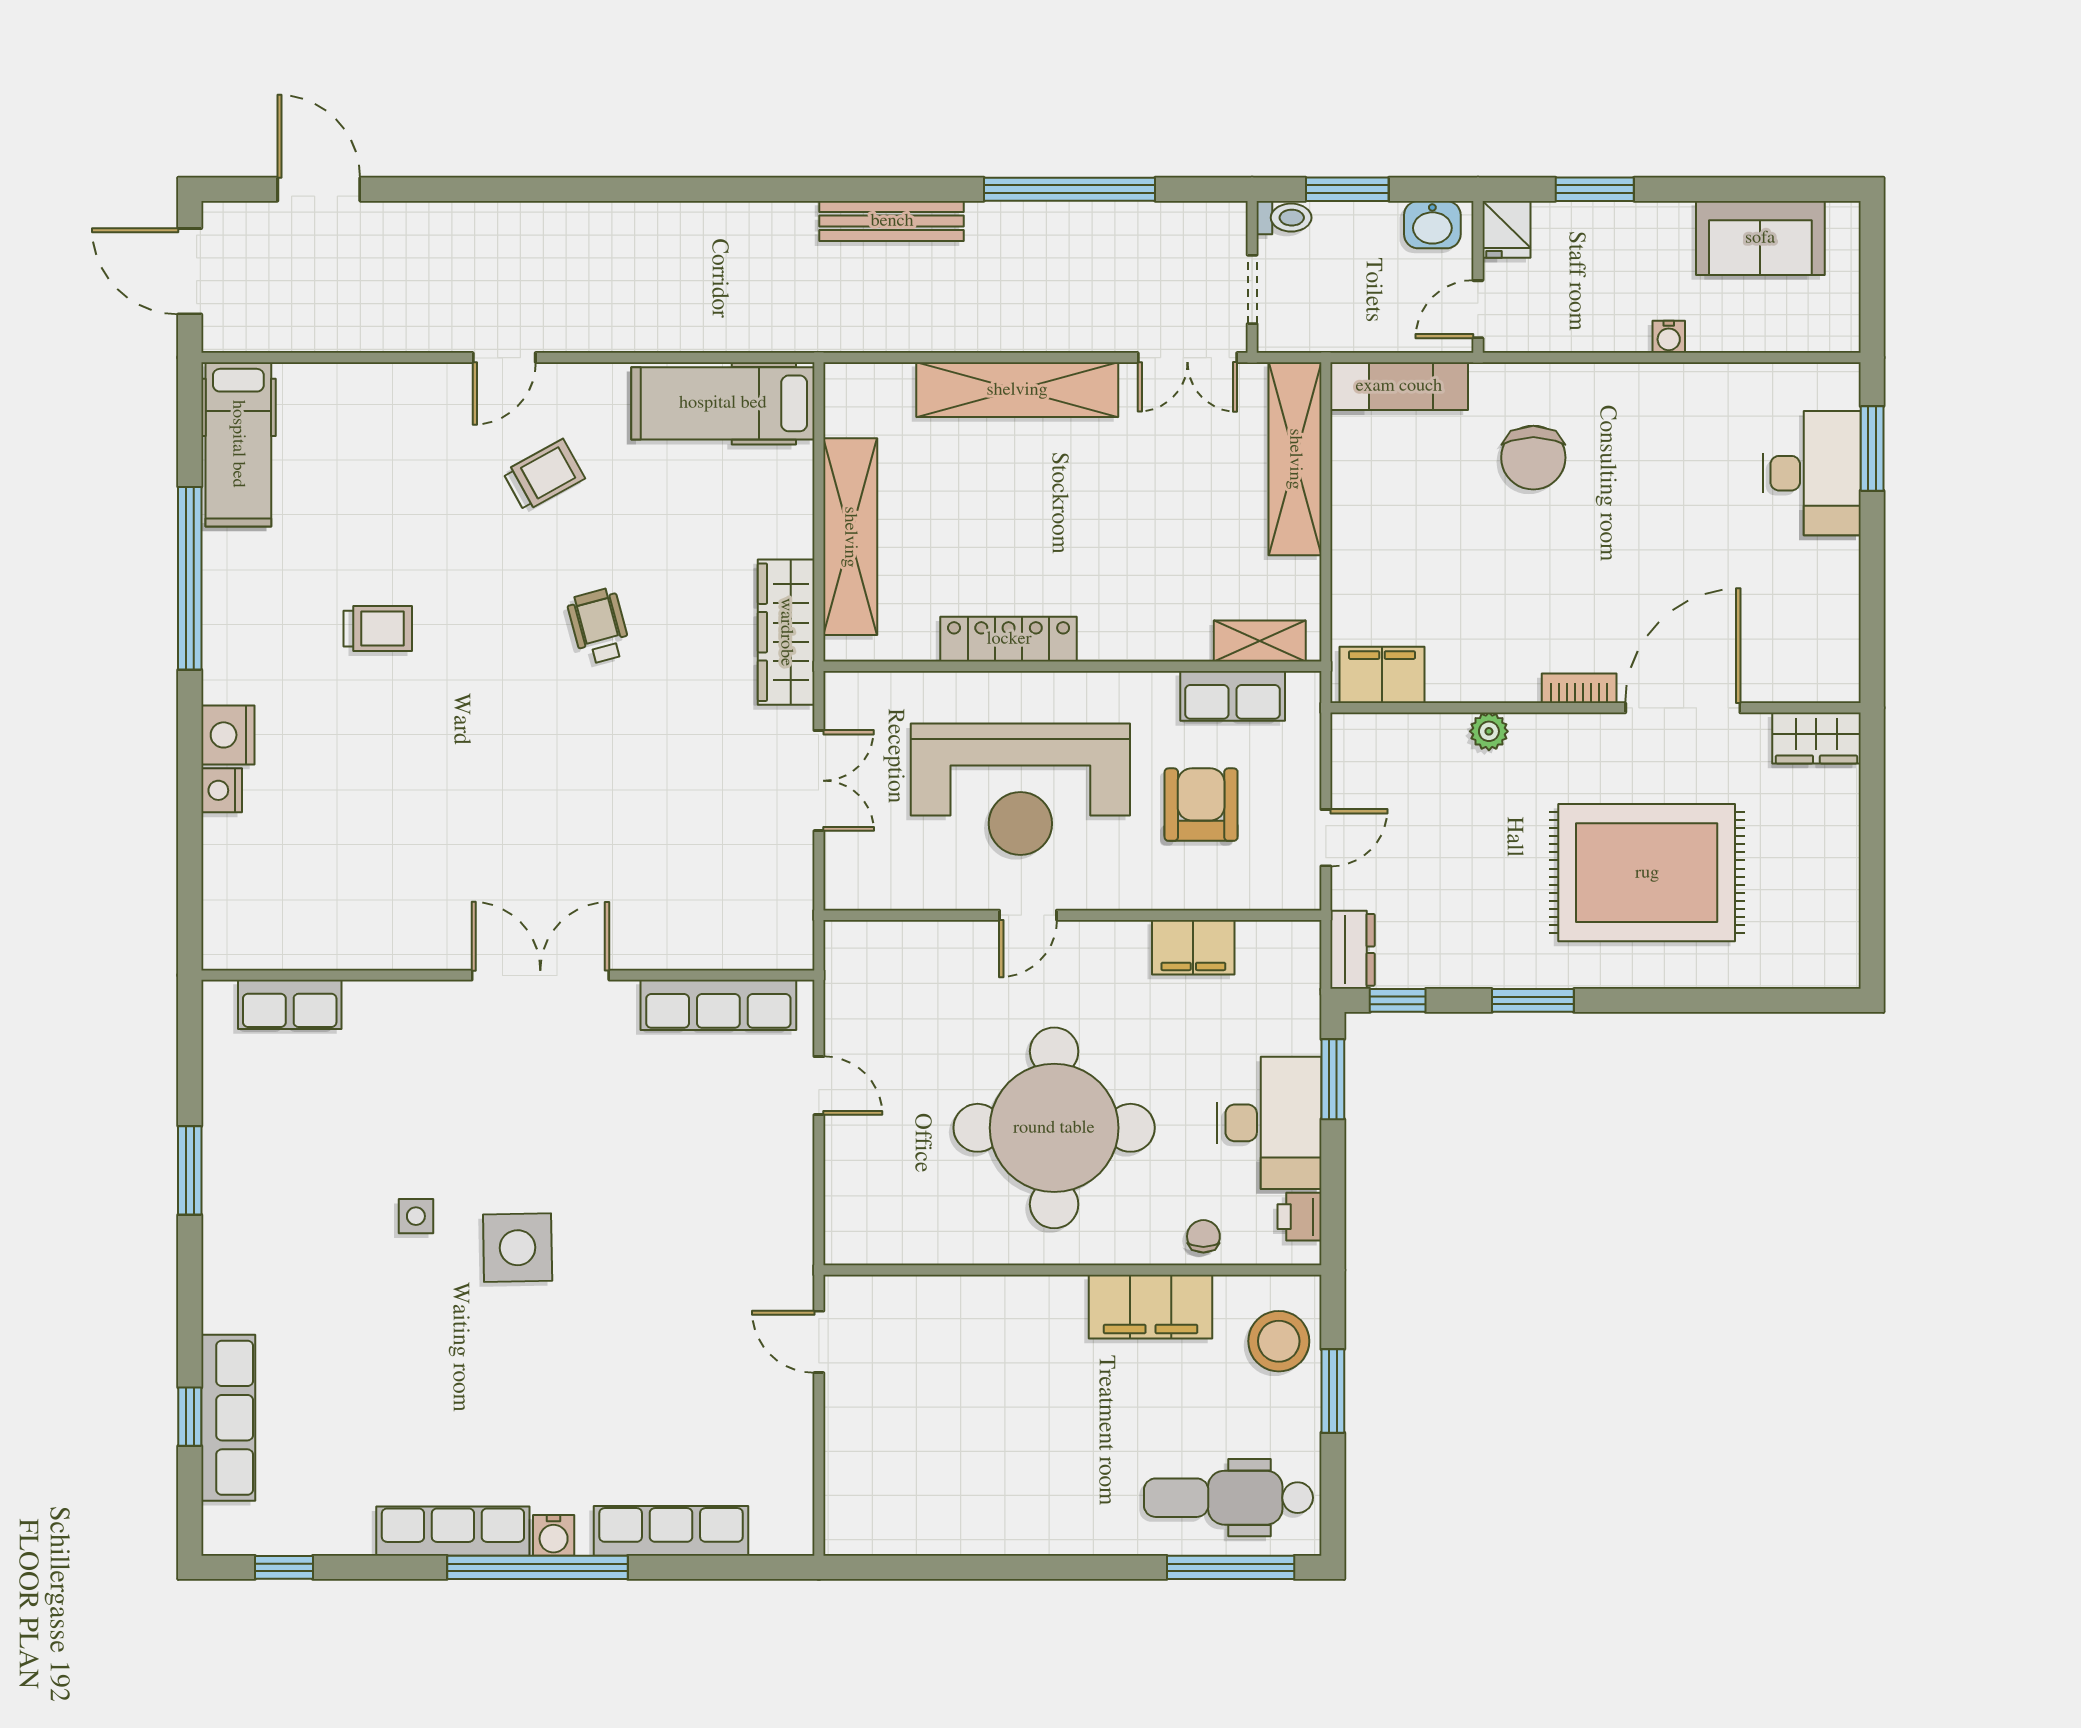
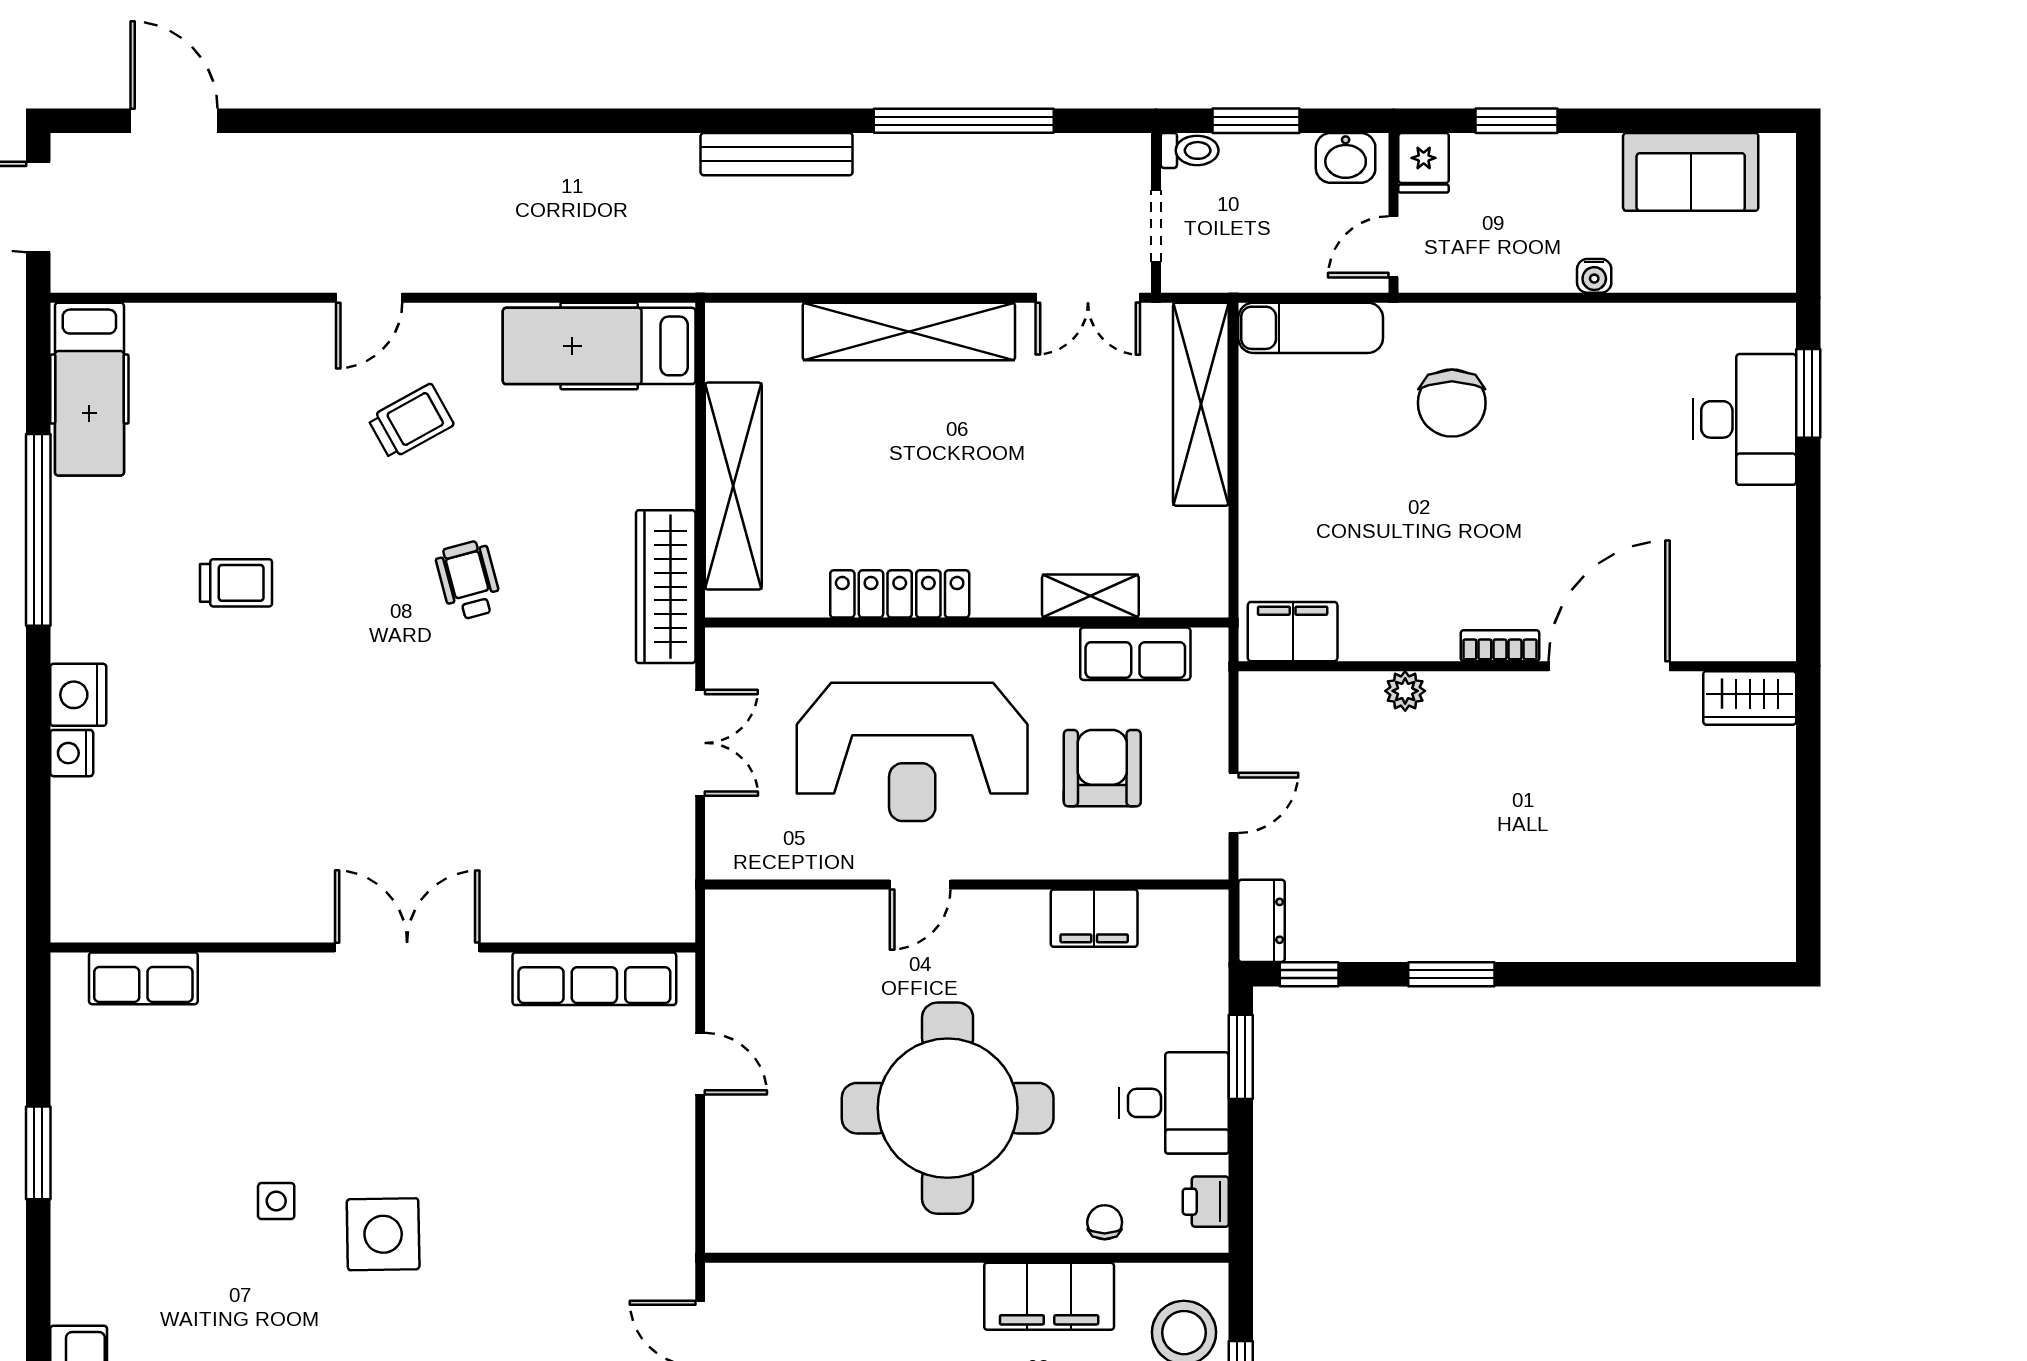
shelving: (1260, 641) -> (1090, 596), moved
rug: (1647, 873) -> (1571, 840), removed
desk: (1269, 1123) -> (1174, 1103), width x0.73

